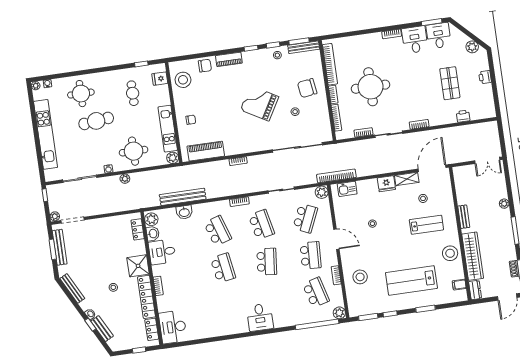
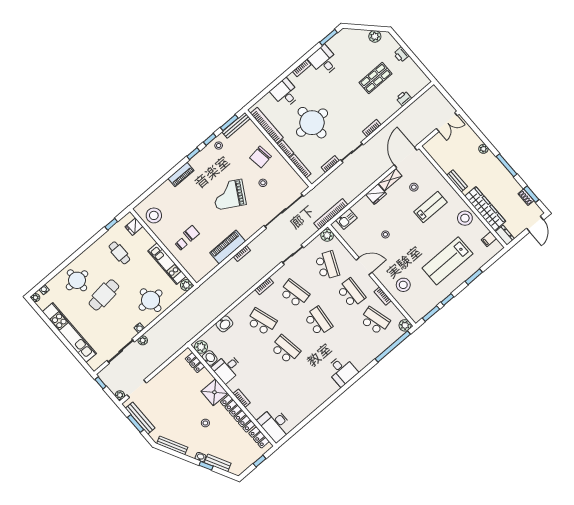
desk: (439, 36) -> (285, 93), moved
chair: (205, 66) -> (191, 233), moved
shop shelf: (450, 83) -> (376, 78), turned 90
piano: (206, 151) -> (228, 247), moved
plant: (125, 179) -> (143, 340), moved
bench: (183, 197) -> (215, 312), removed

